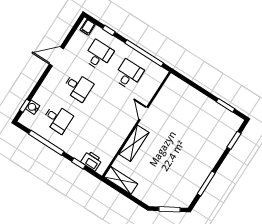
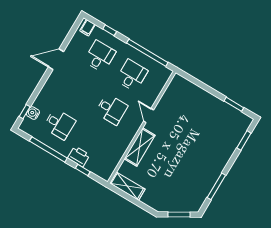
desk: (78, 87) -> (112, 109), moved
printer: (91, 161) -> (79, 156), moved

